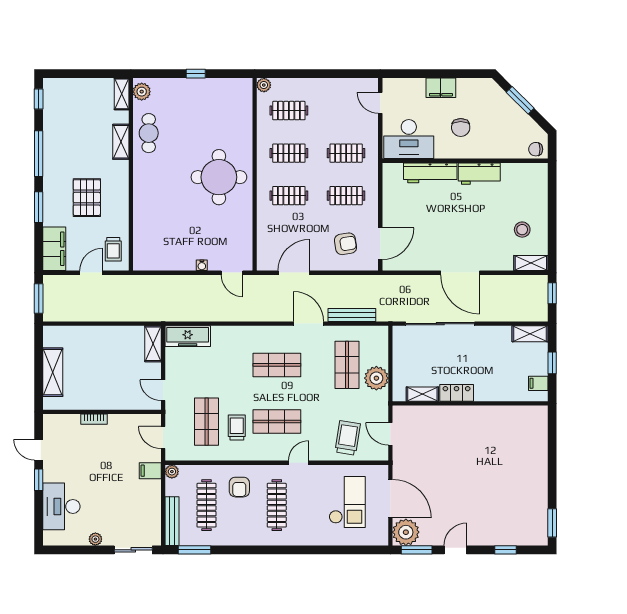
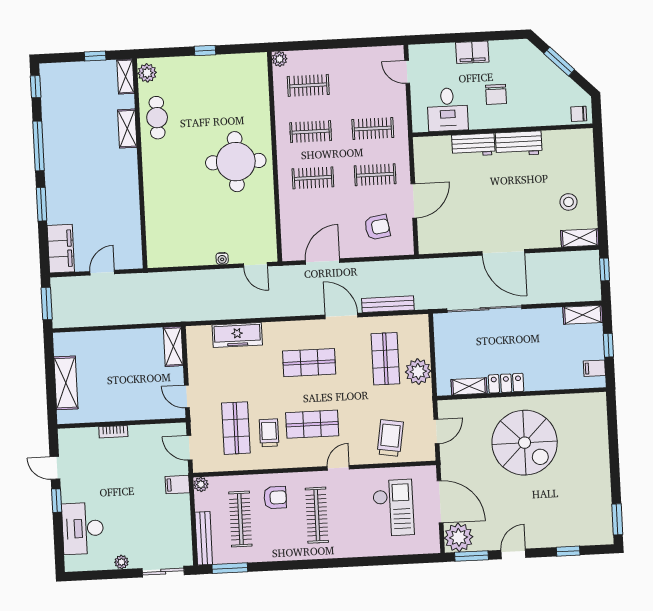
window: (95, 74) -> (95, 56), added
desk: (409, 139) -> (448, 109), width x0.73
workbench: (430, 173) -> (473, 145), width x0.73
pallet: (87, 198) -> (93, 191), removed
door: (380, 244) -> (414, 201), moved
trolley: (113, 249) -> (125, 246), removed
freezer: (188, 336) -> (237, 335), moved
door: (390, 434) -> (436, 431), swing flipped
spiral stairs: (471, 448) -> (525, 443), added
armchair: (239, 487) -> (275, 498), turned -90

